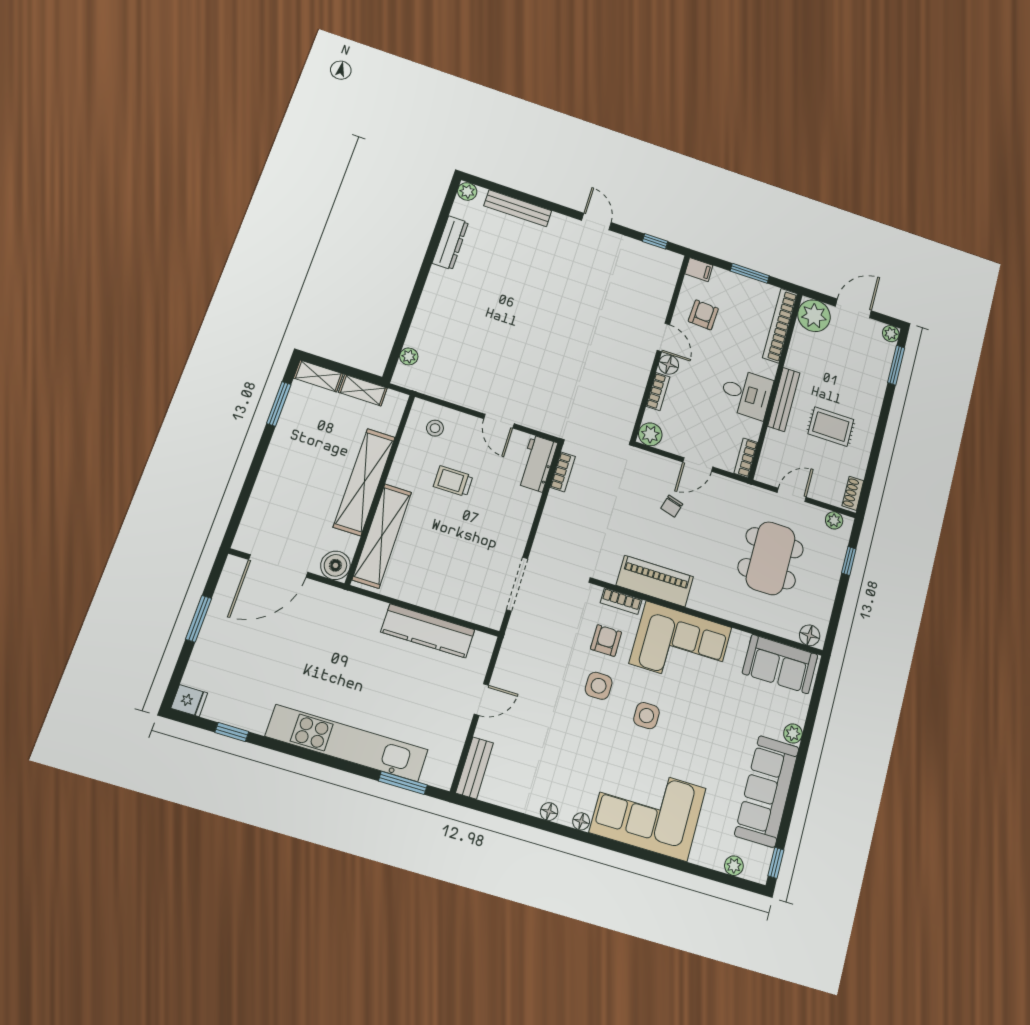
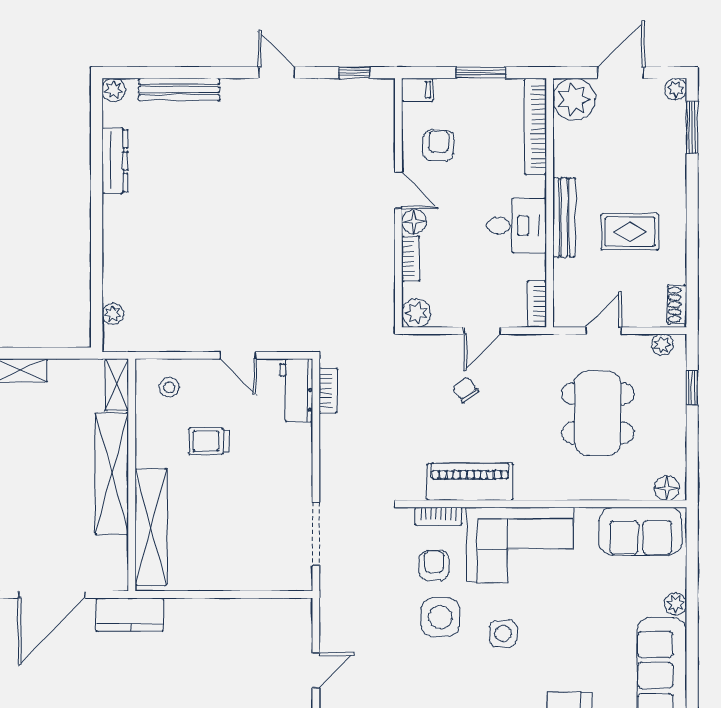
shelving: (363, 390) -> (117, 385), moved, turned 90
chair: (672, 506) -> (465, 390), turned 127
boiler: (335, 565) -> (112, 575), removed
kitchen counter: (428, 631) -> (130, 615), moved, width x0.67
side table: (599, 686) -> (440, 617), width x1.37, depth x1.37

